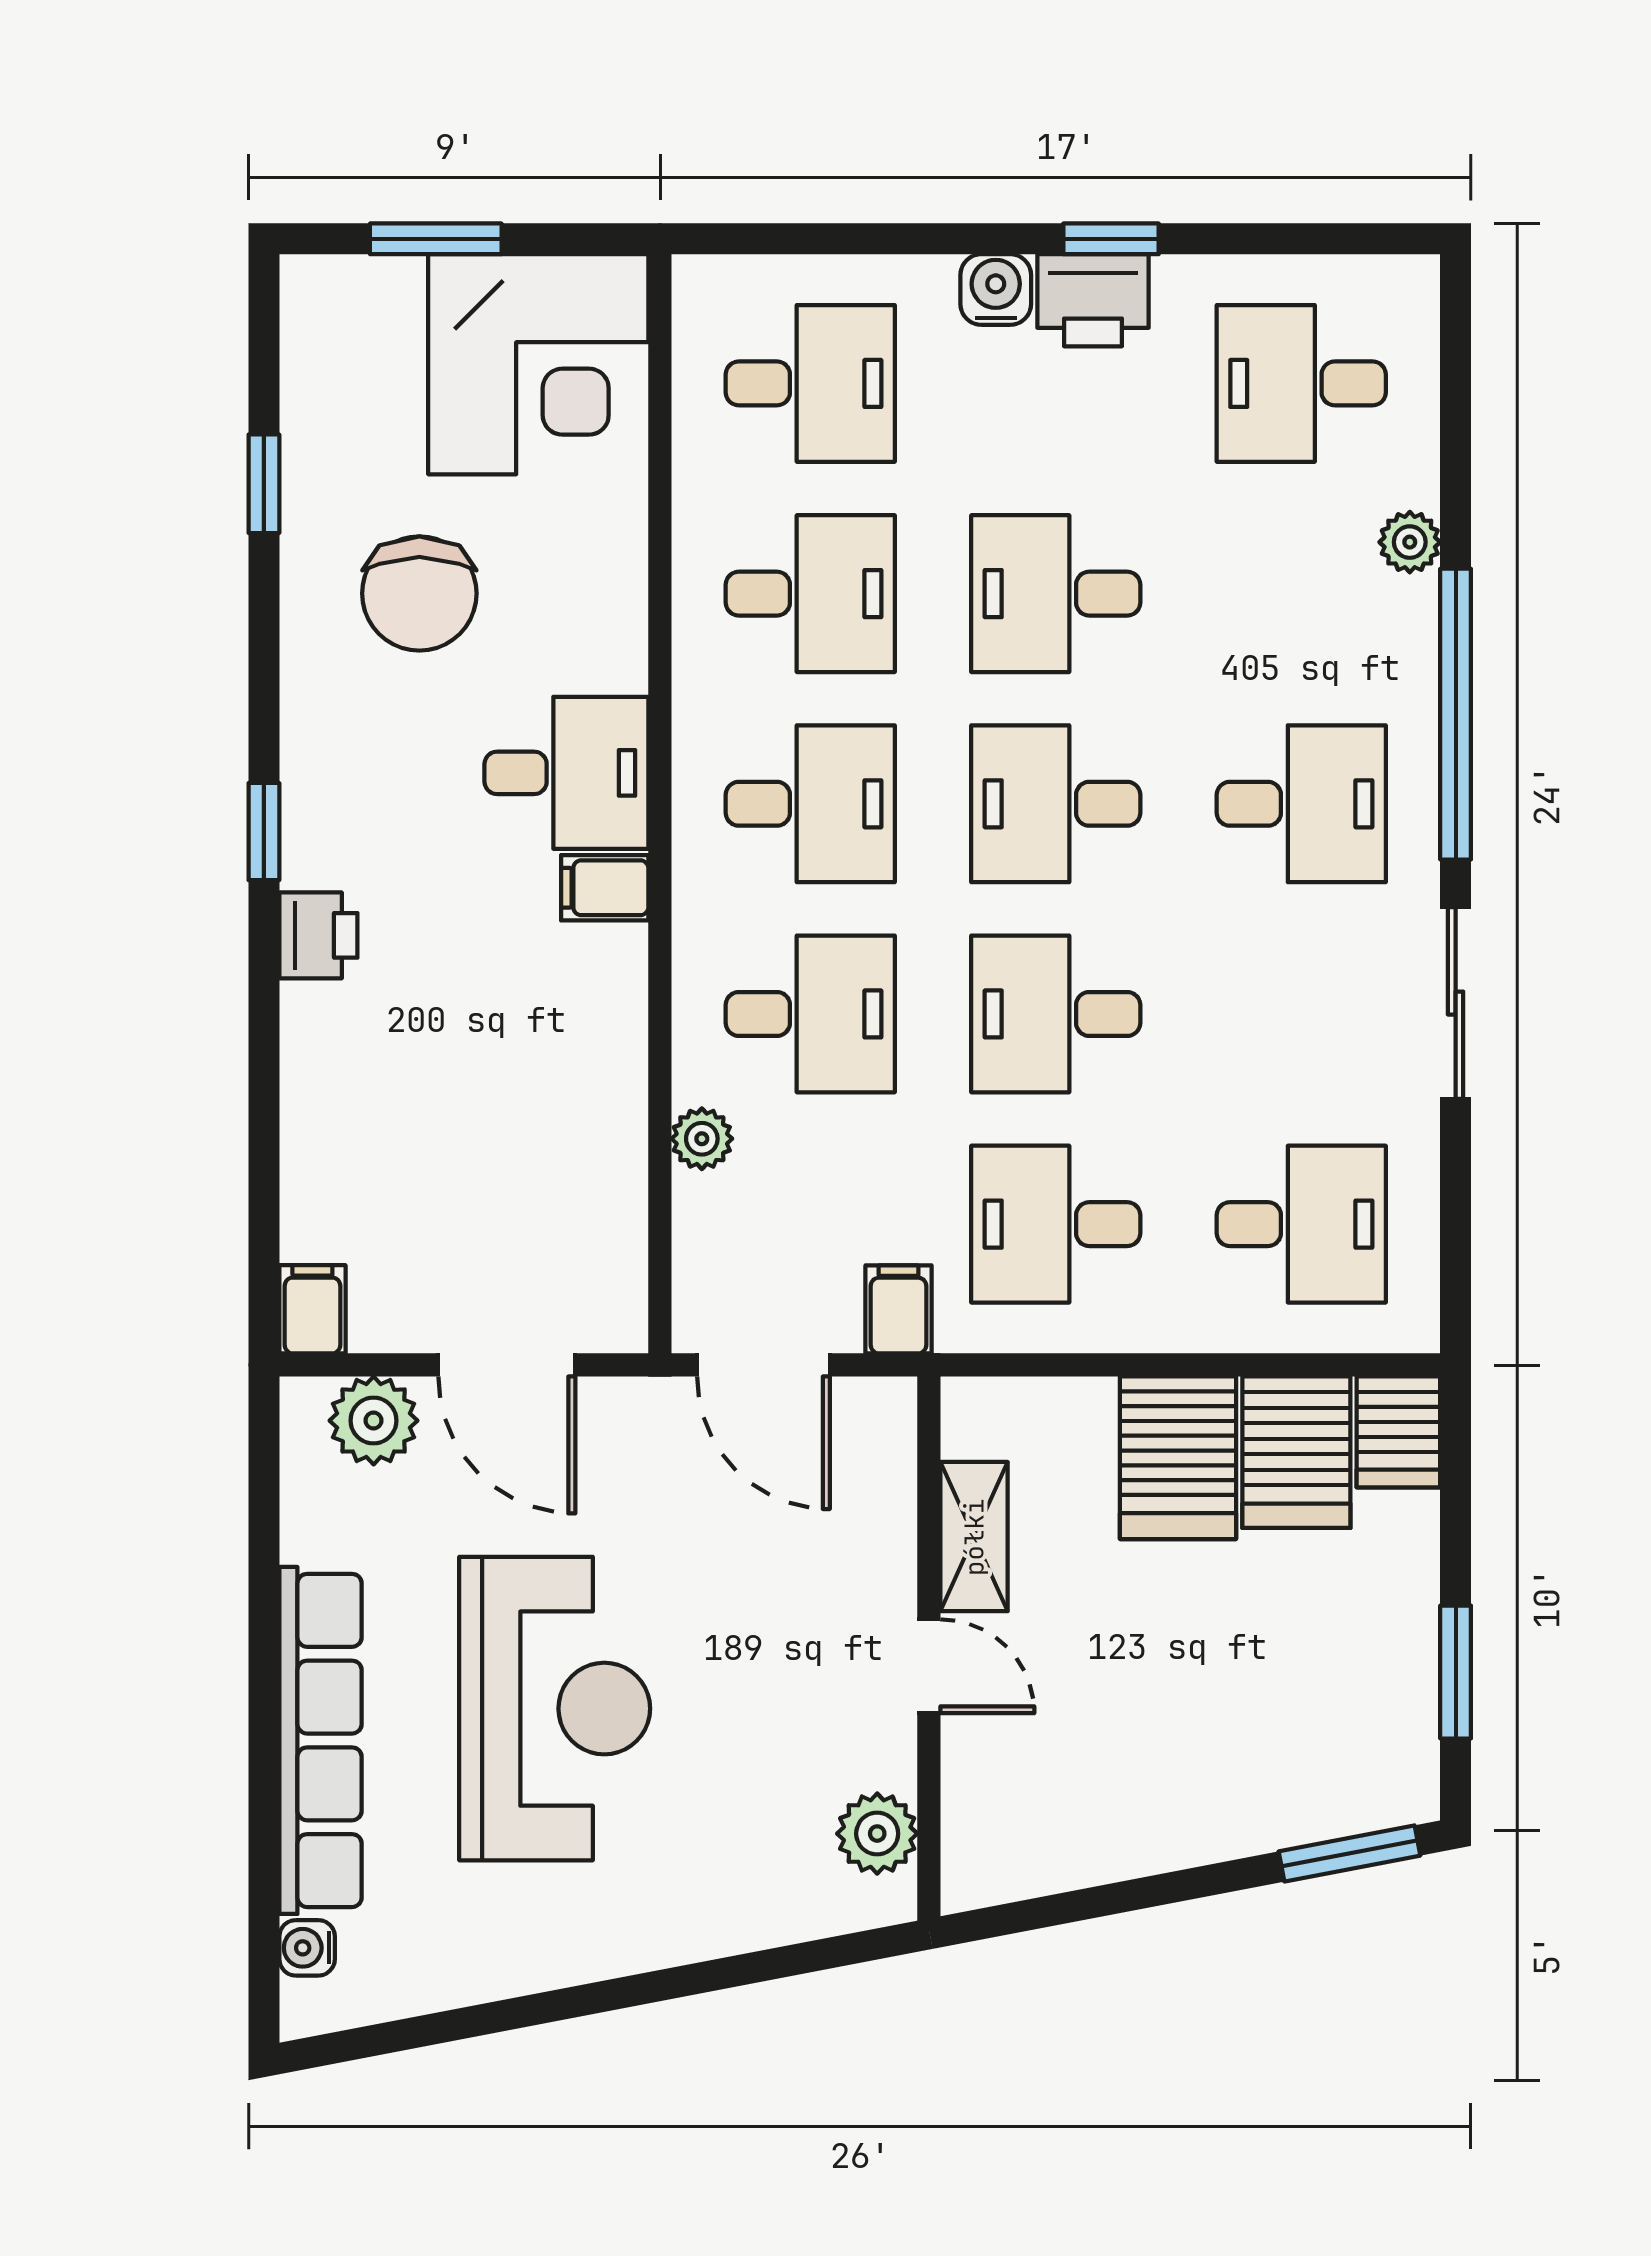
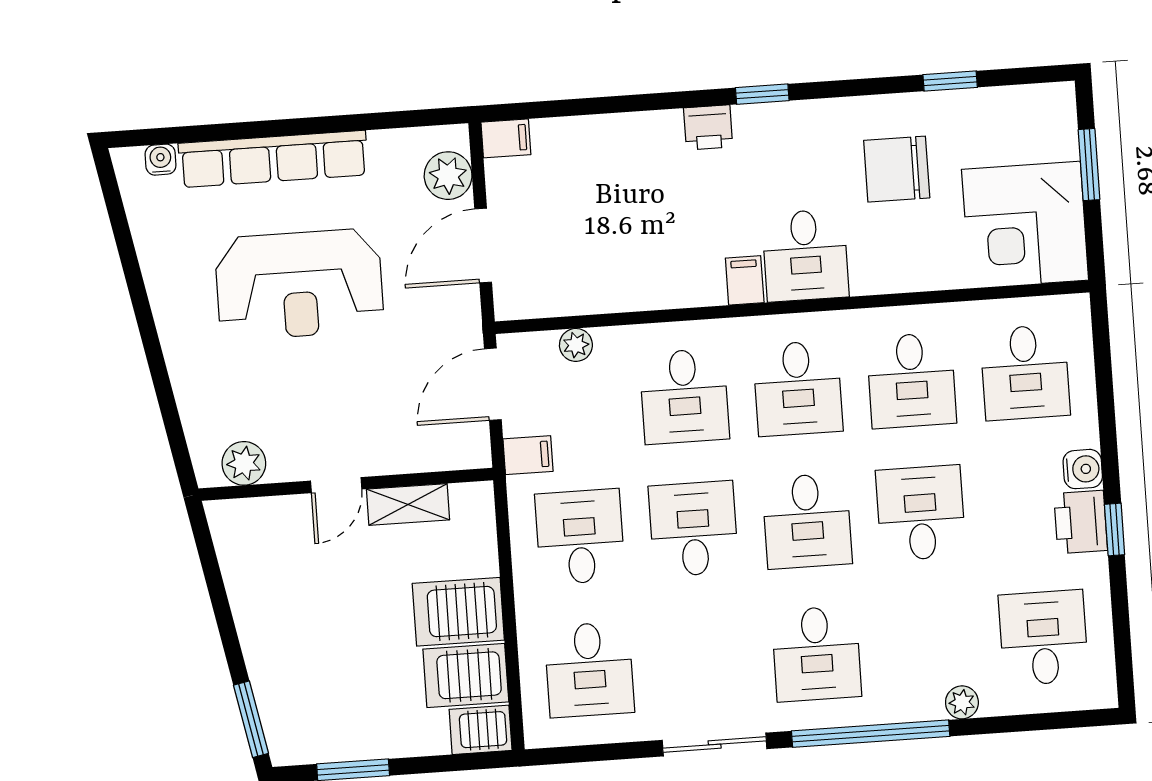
desk: (1056, 804) -> (807, 521), turned 180
plant: (702, 1139) -> (576, 345), moved

